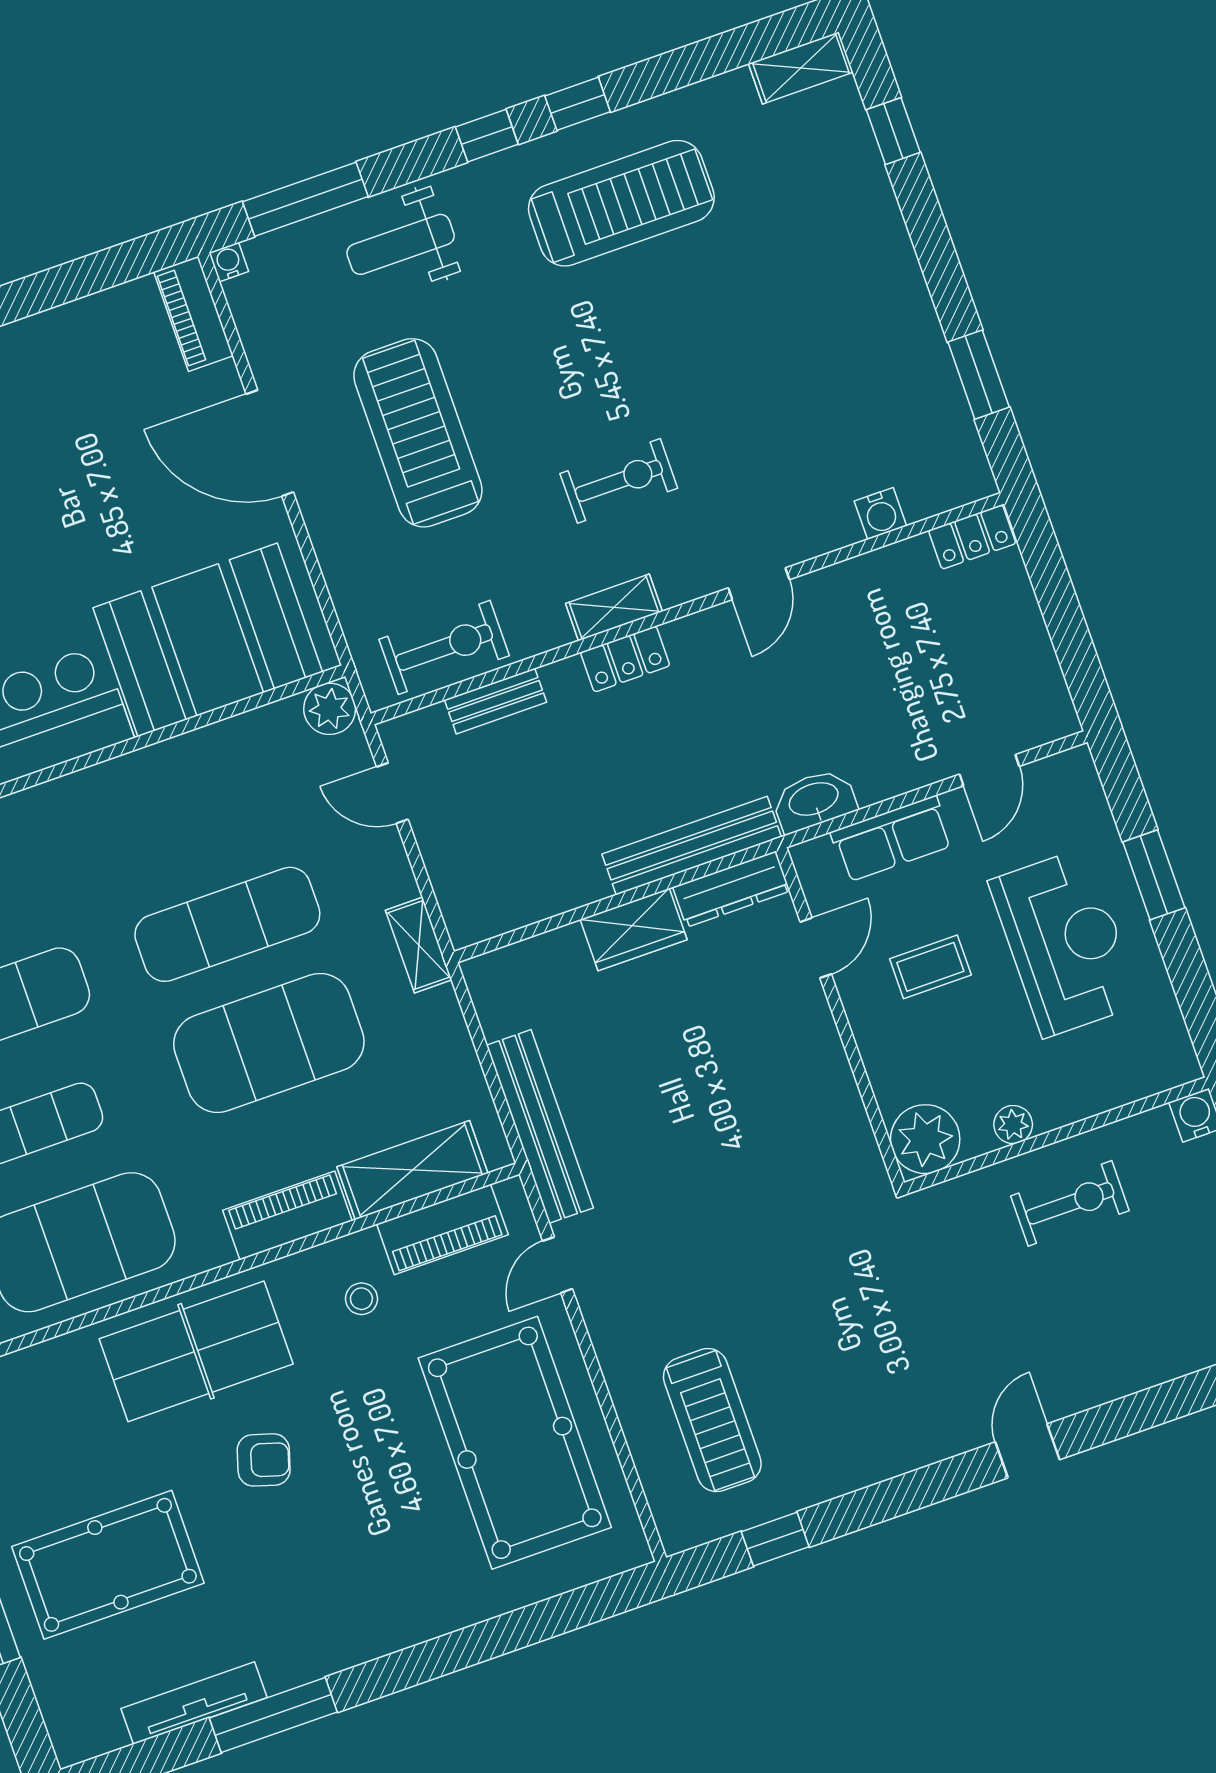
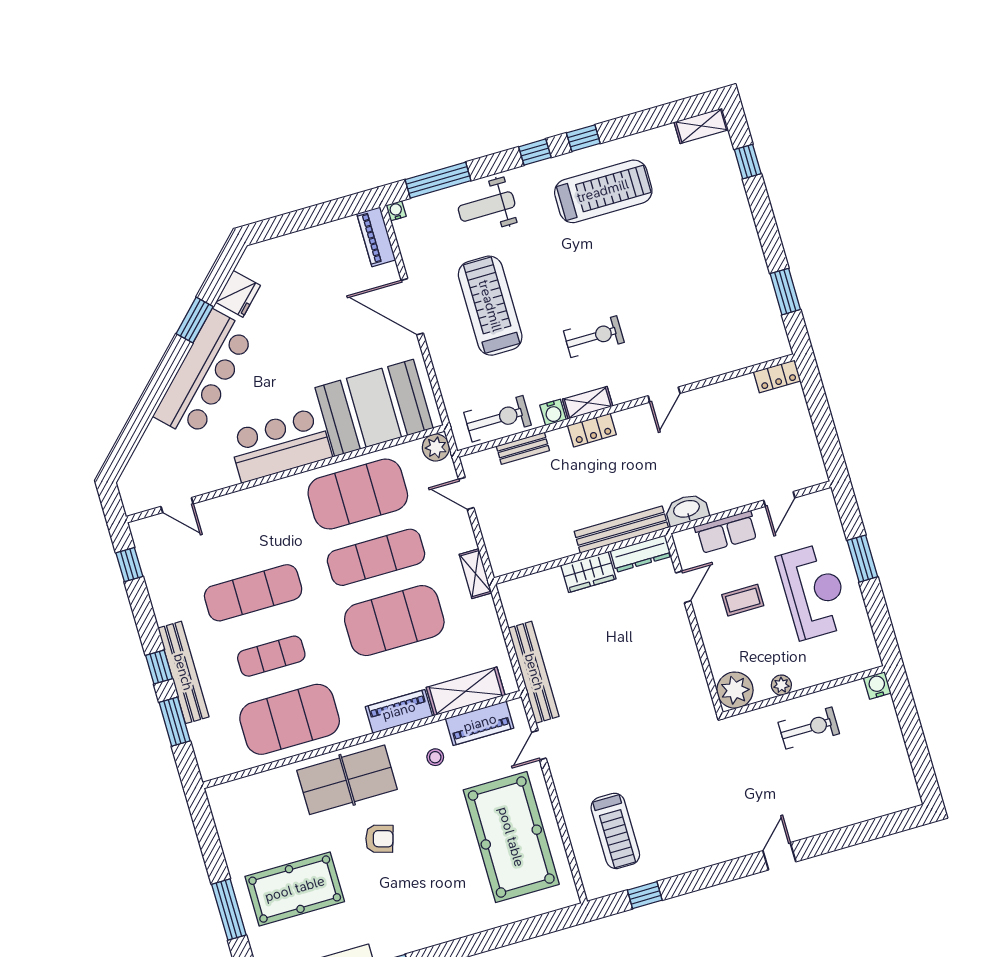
water cooler: (880, 513) -> (553, 412), moved
exercise mat: (186, 806) -> (358, 494), added

